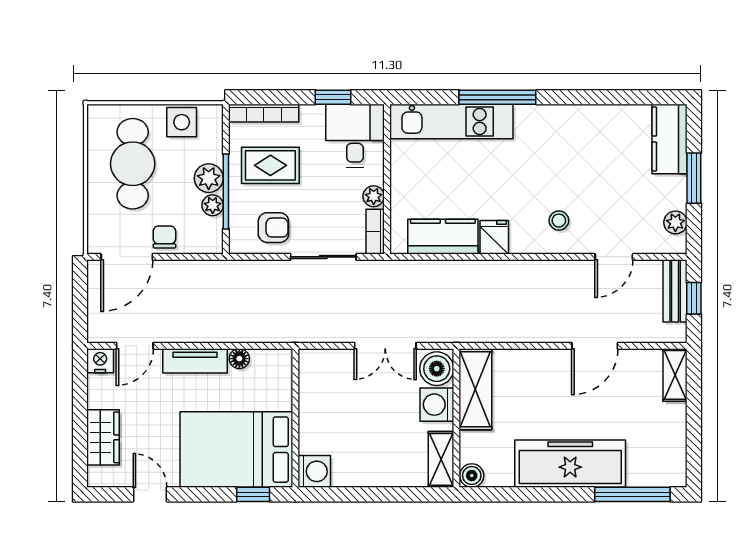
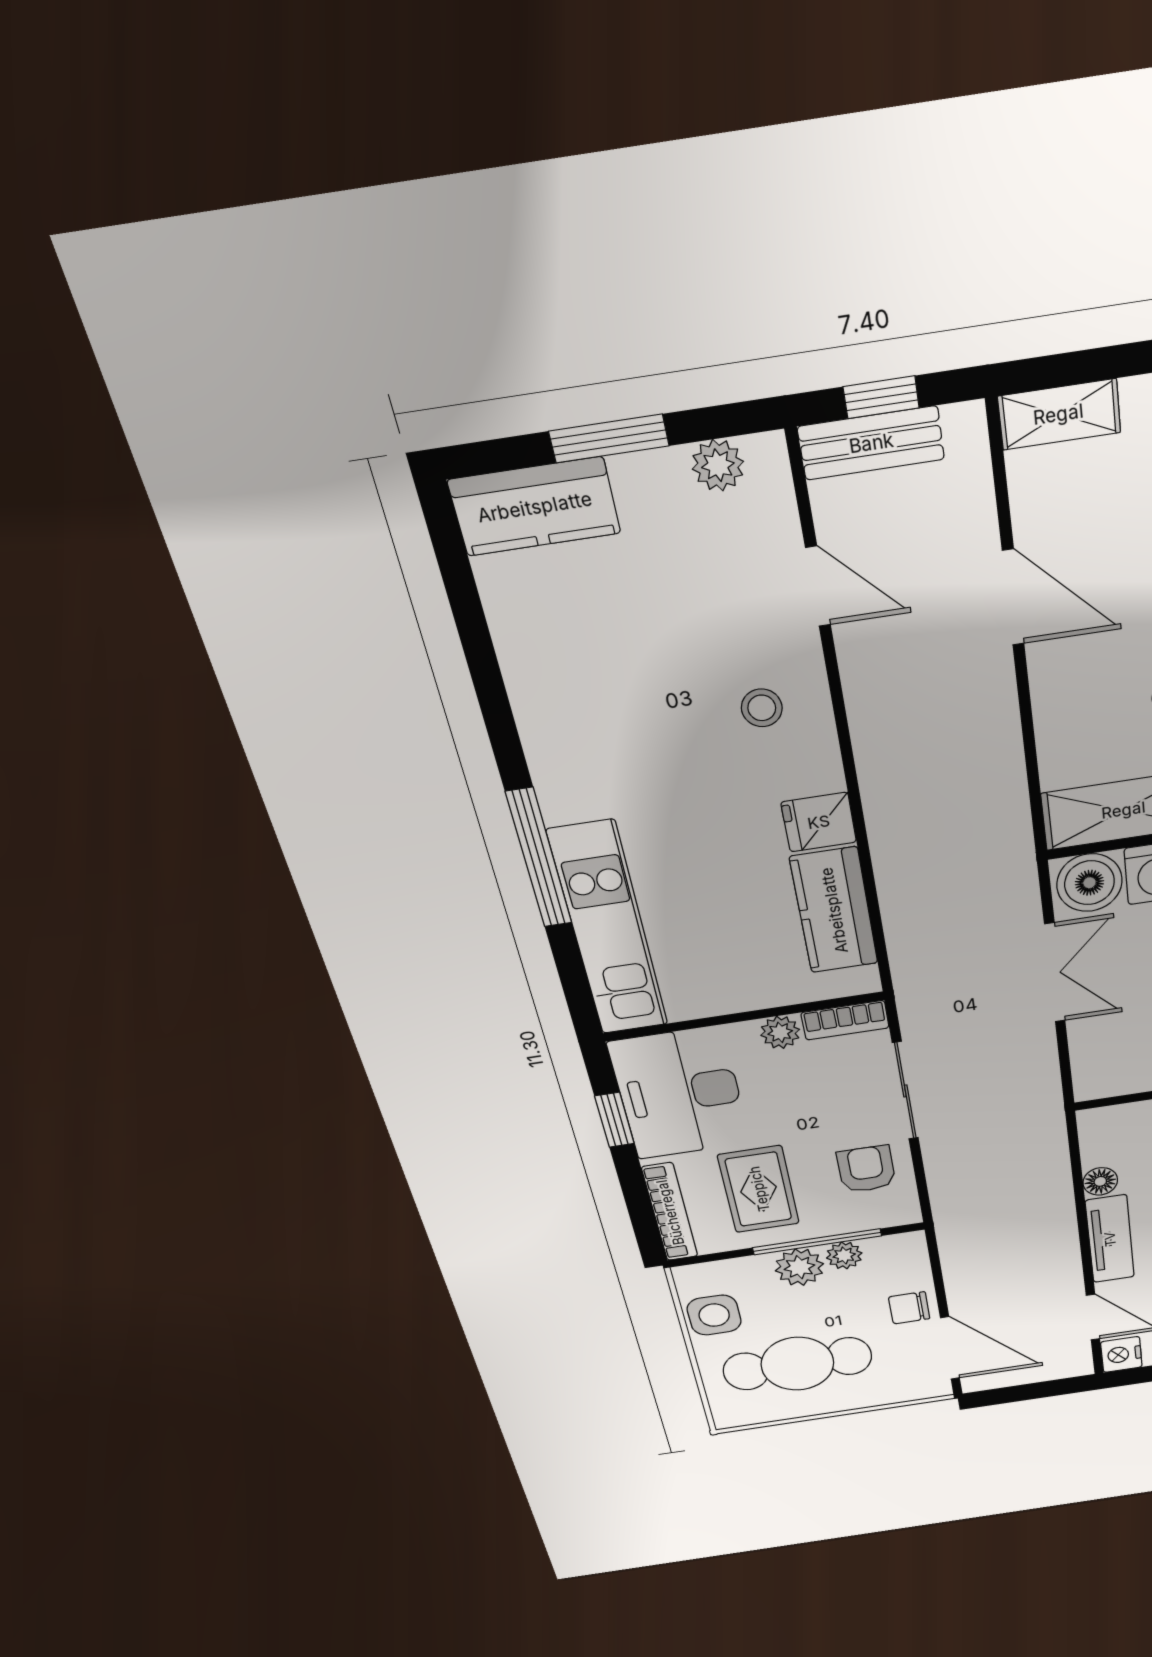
desk: (355, 136) -> (680, 1093), width x1.37

